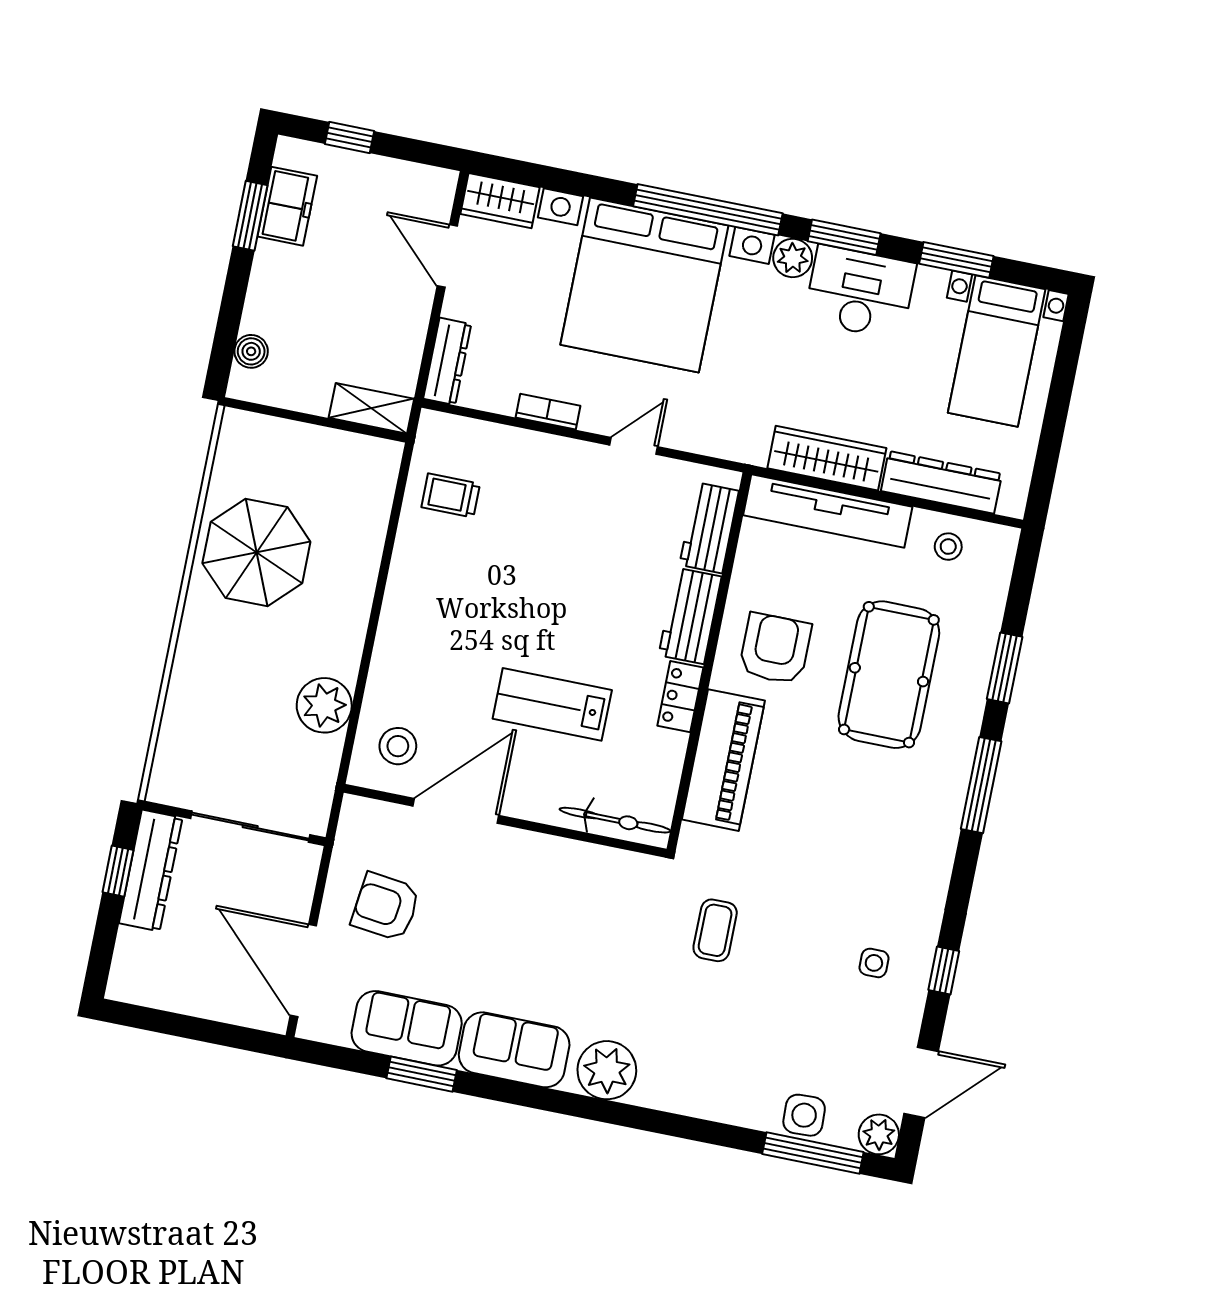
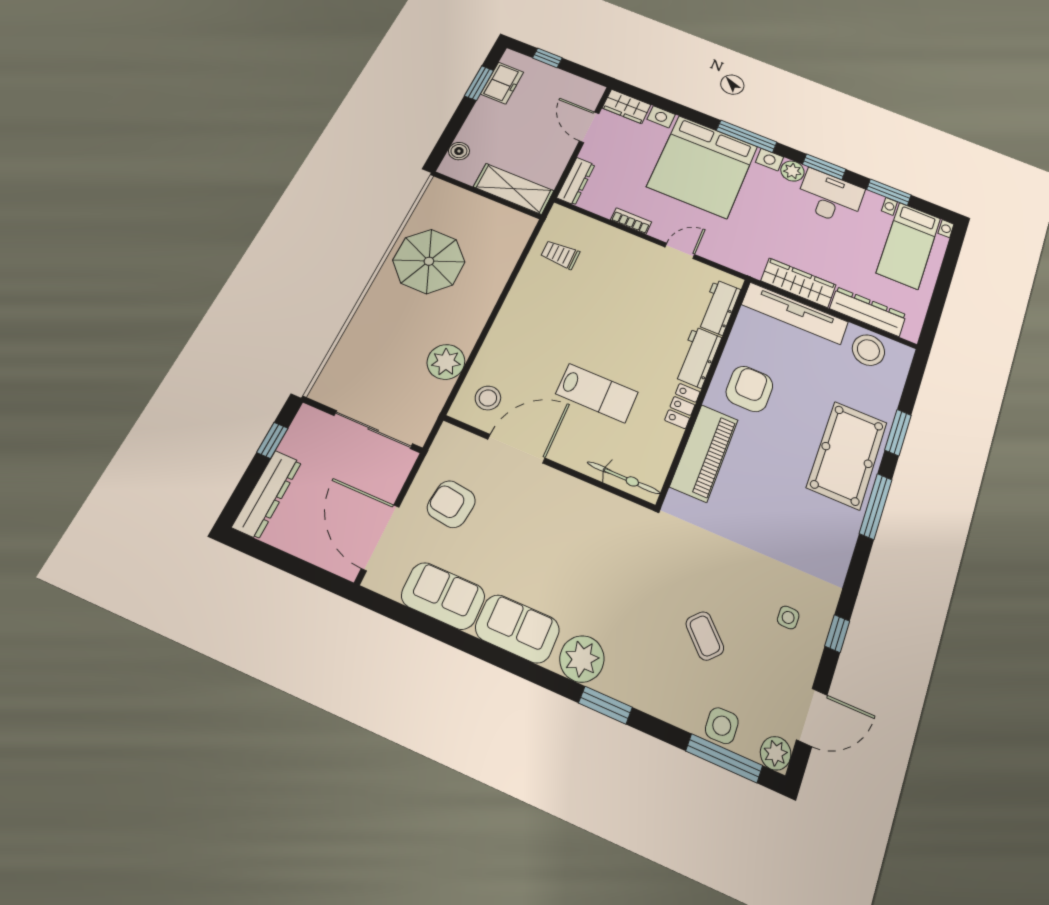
window: (708, 210) -> (747, 136), width x0.68
shelving: (371, 408) -> (514, 189), width x1.50, depth x1.33
stool: (948, 547) -> (868, 350), width x1.89, depth x1.89
pool table: (889, 675) -> (847, 455), moved
lab bench: (552, 704) -> (597, 393), turned 180
dresser: (151, 870) -> (267, 494), moved
coffee table: (715, 930) -> (705, 636), moved, turned -46
window: (422, 1074) -> (605, 705), moved

